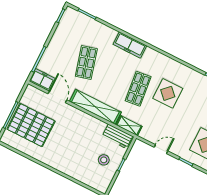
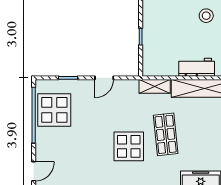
workbench: (117, 136) -> (197, 67), moved
stool: (104, 160) -> (206, 16), moved

